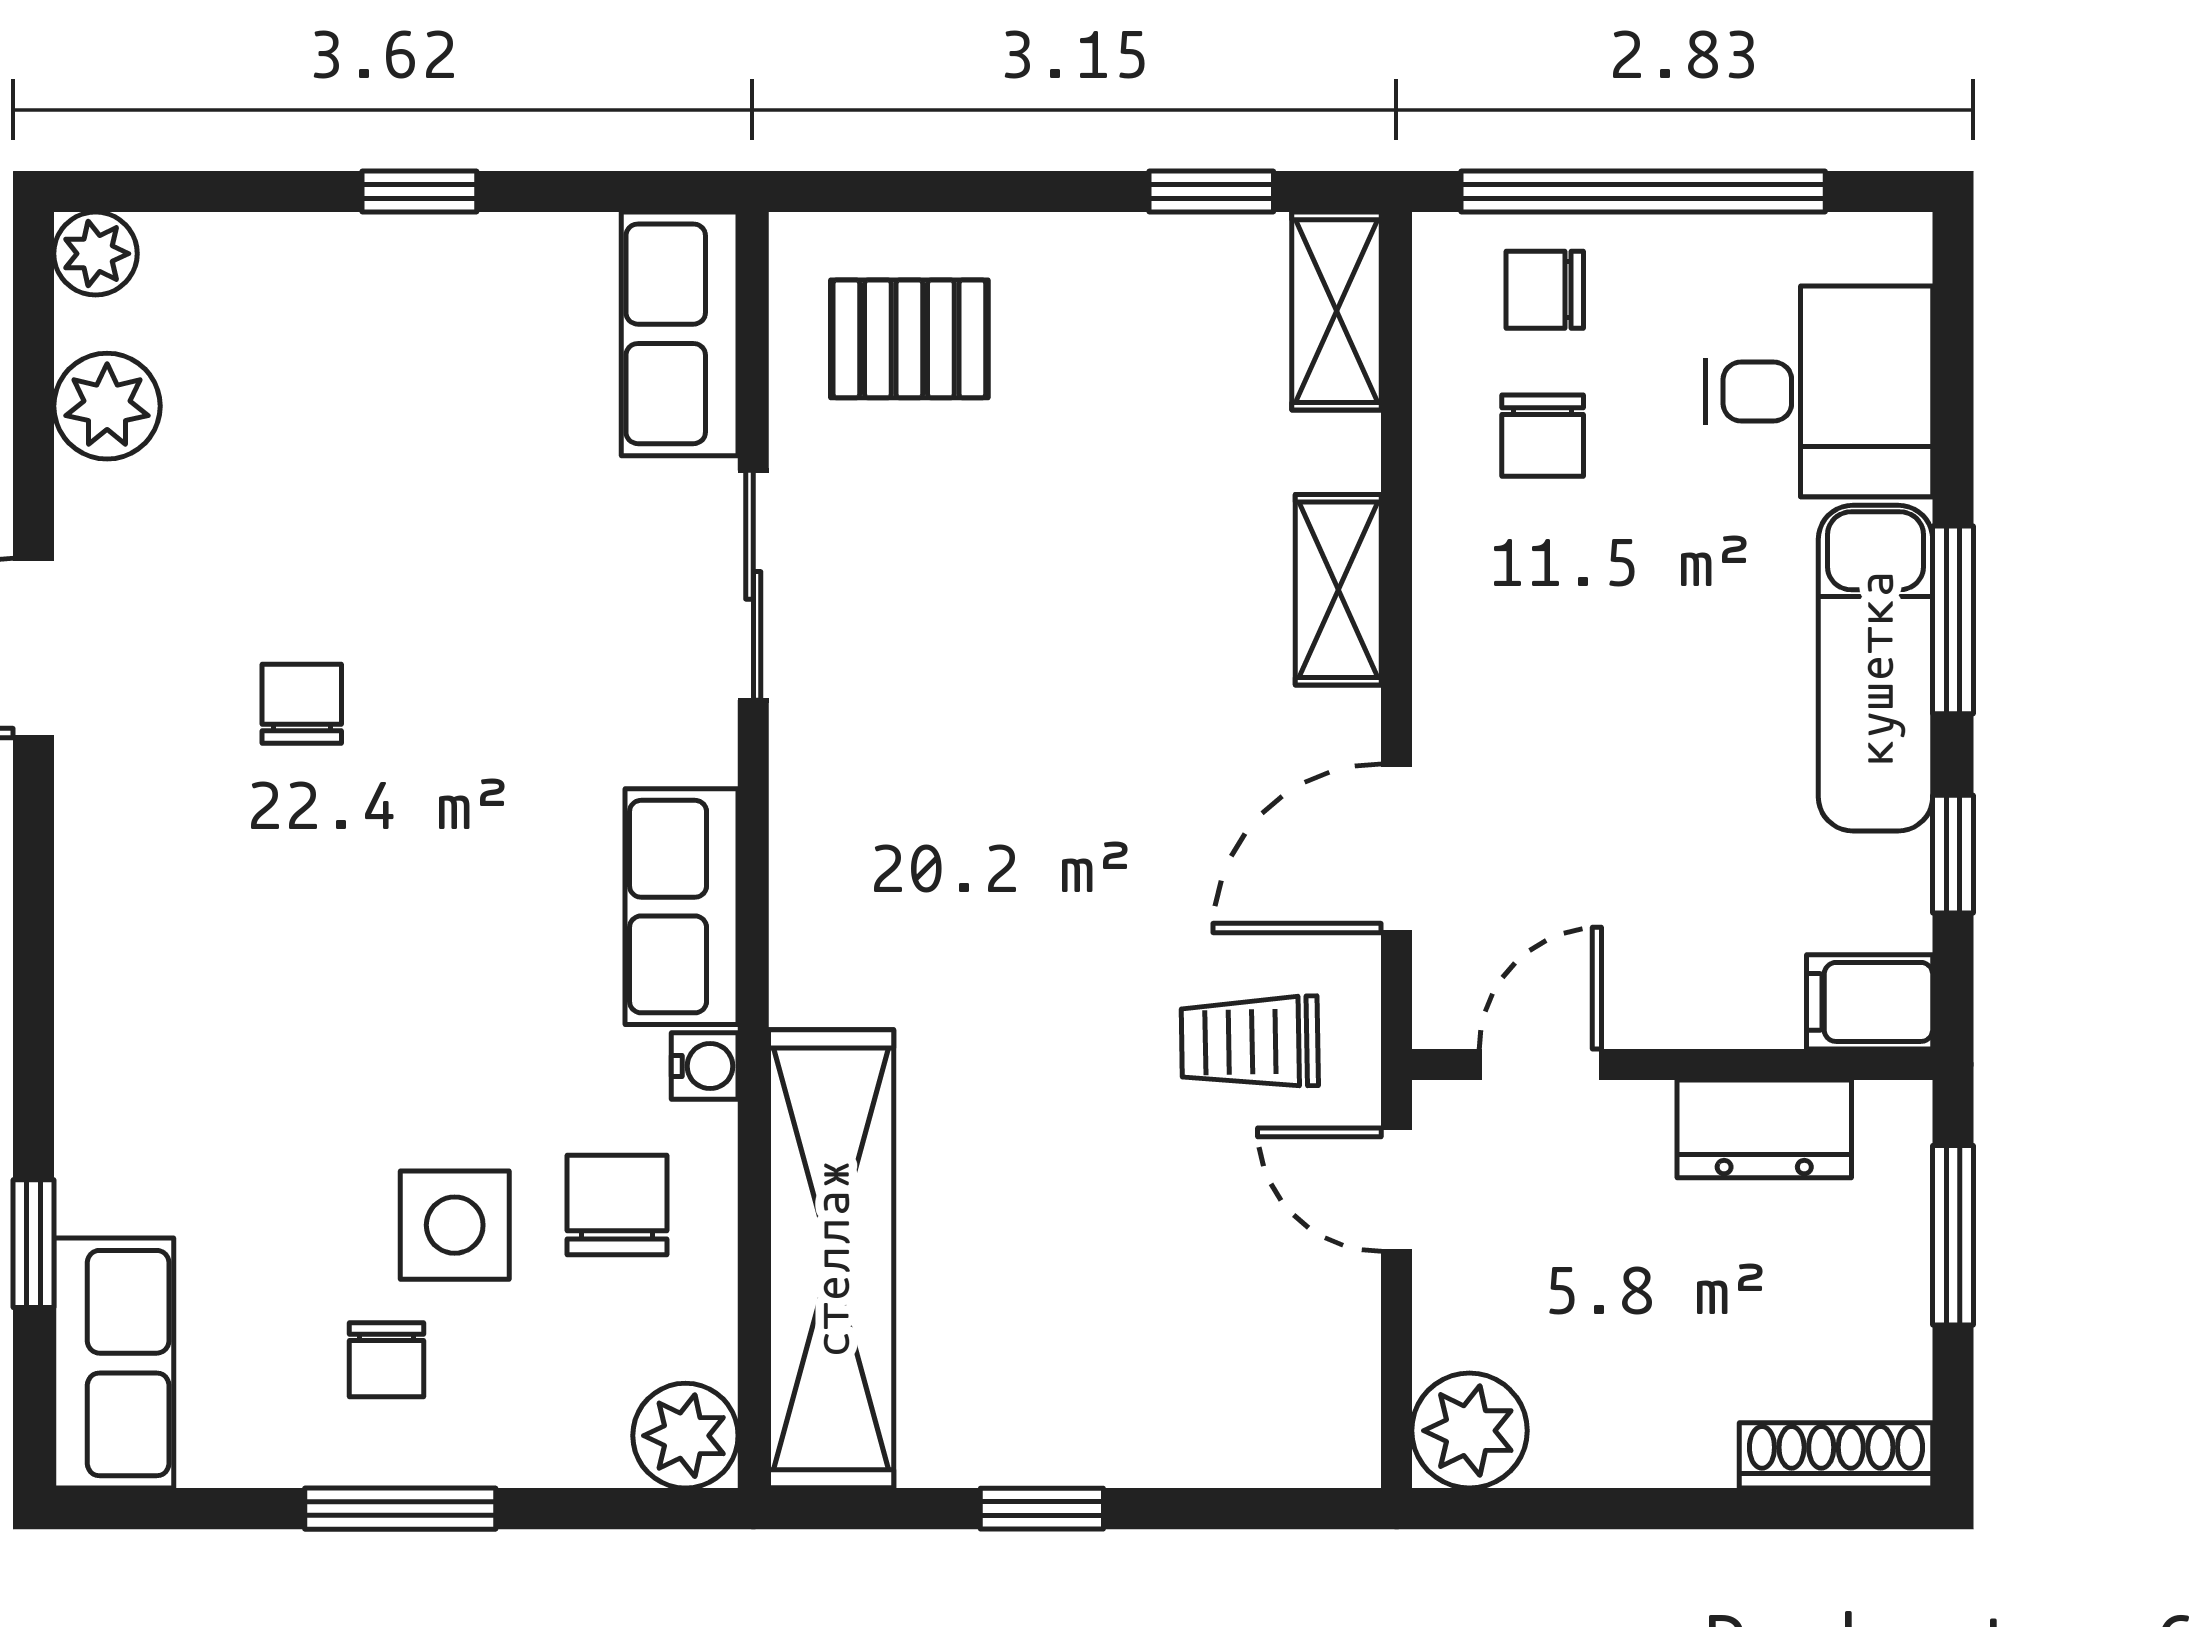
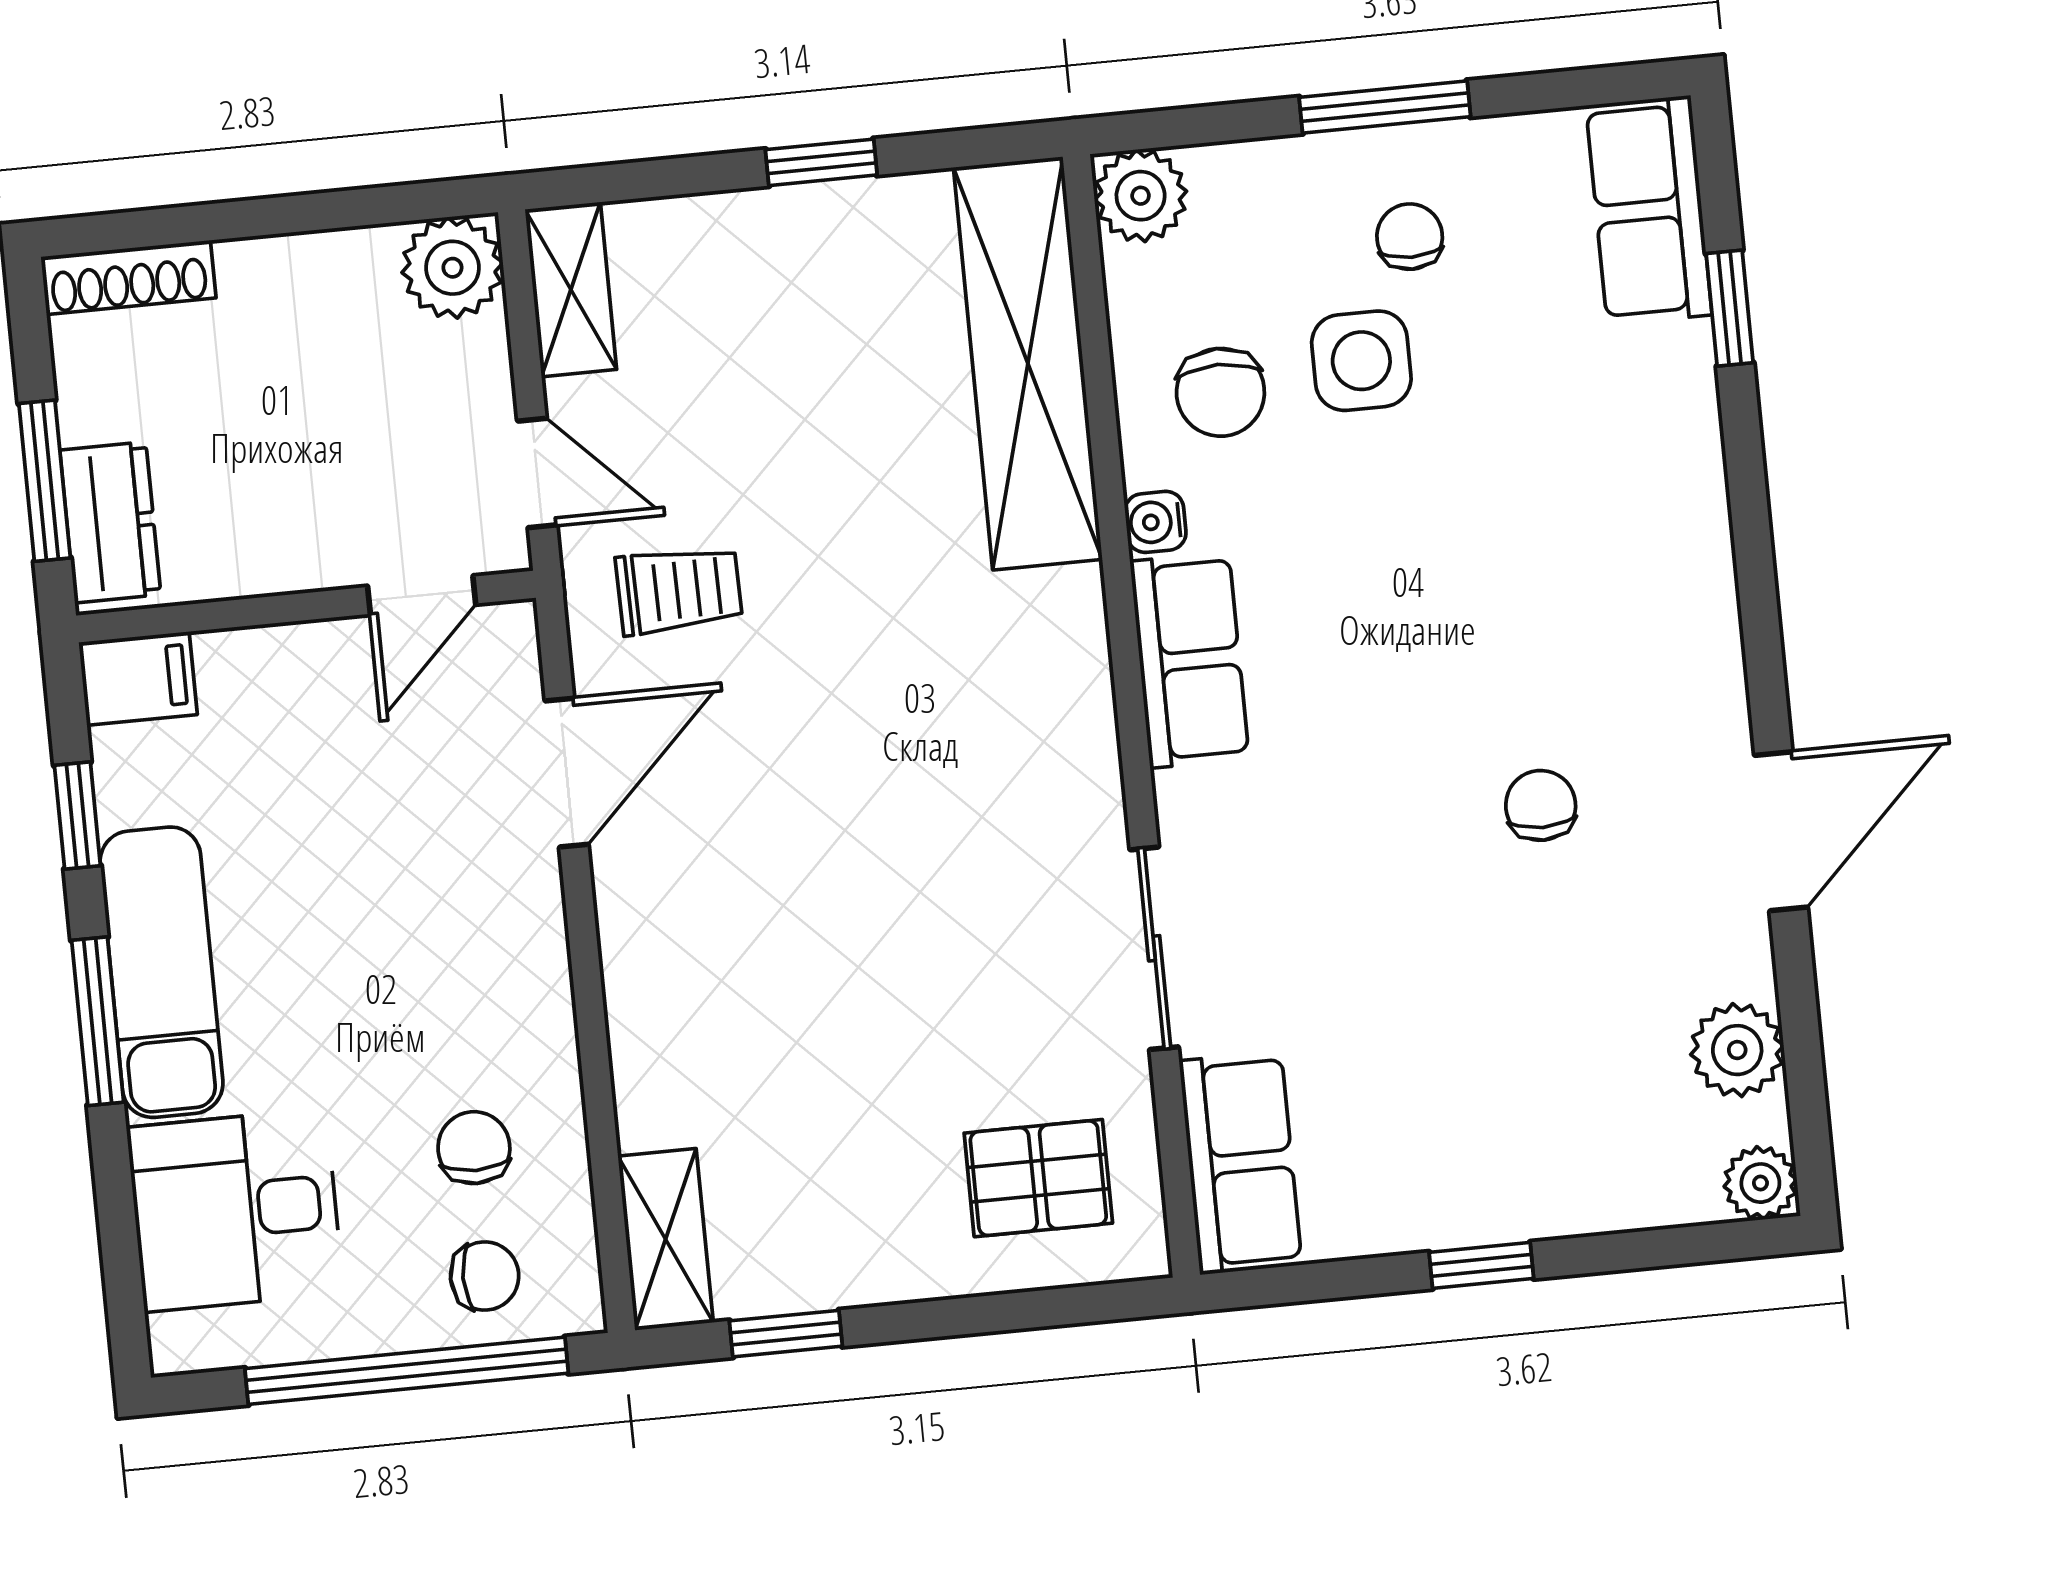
shelving: (1338, 590) -> (571, 289), moved
chair: (302, 704) -> (1541, 805), turned 180
dresser: (1764, 1129) -> (110, 522), moved, turned 90

